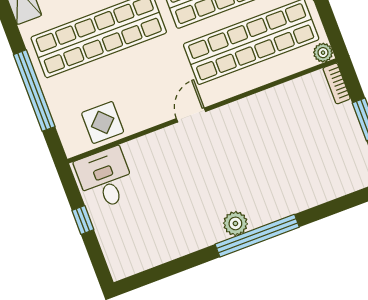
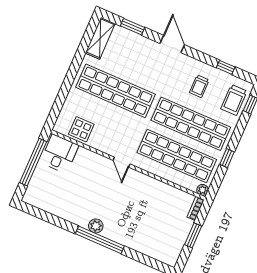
window: (34, 91) -> (66, 88), removed
door: (191, 115) -> (121, 162), swing flipped
window: (83, 220) -> (33, 162), width x3.17

